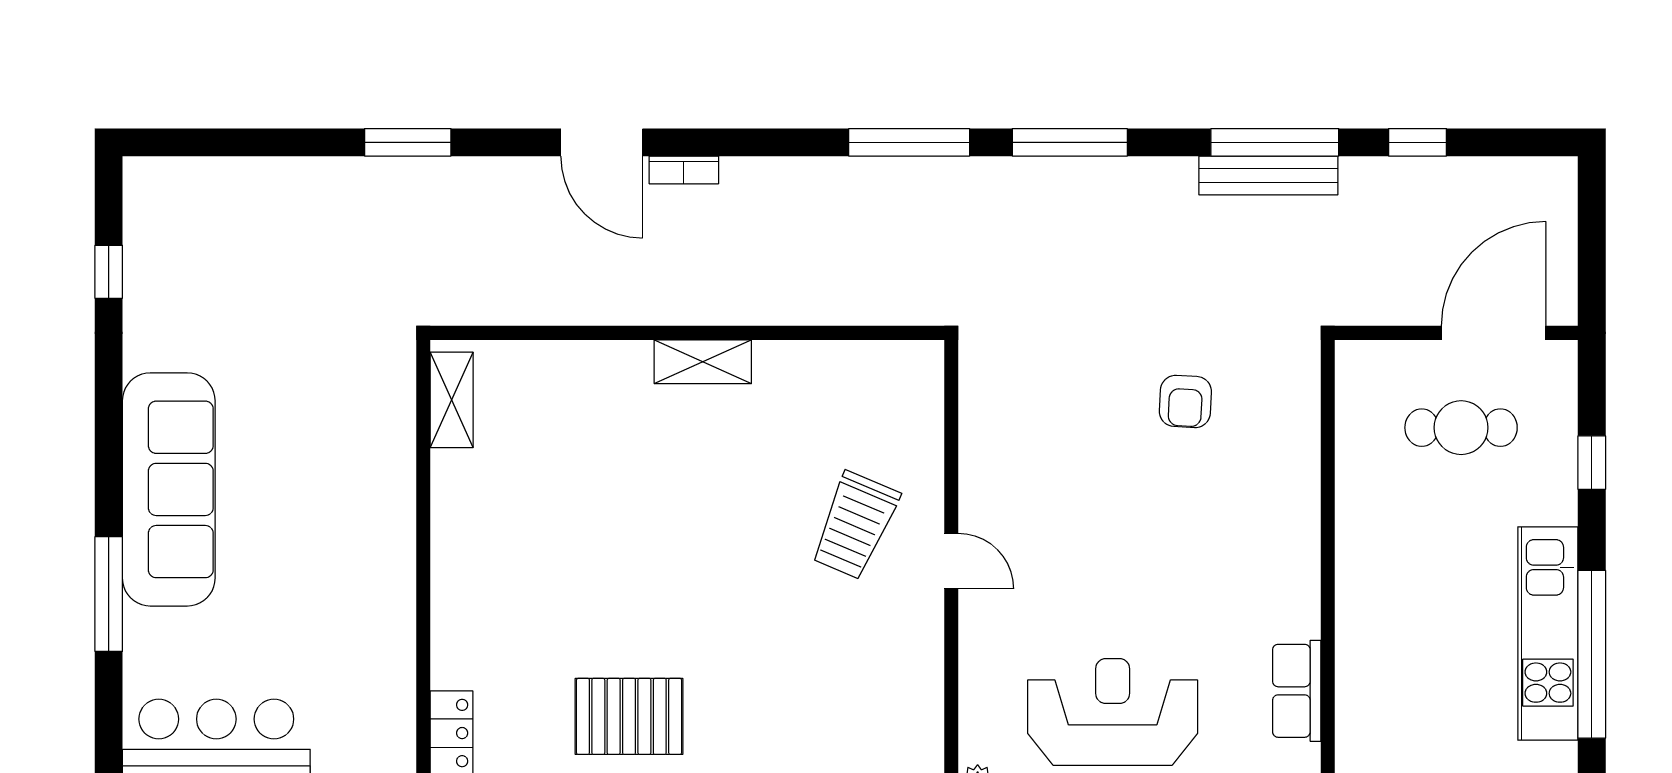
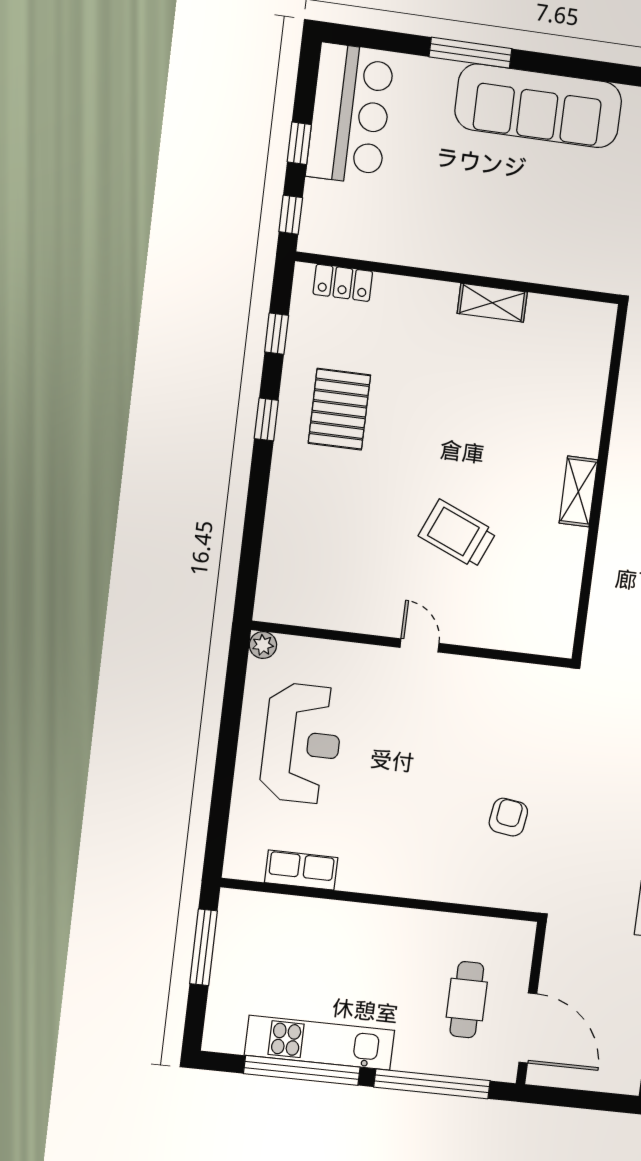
shelving: (452, 400) -> (492, 303), moved
armchair: (1185, 401) -> (508, 817), turned 95
window: (1592, 463) -> (432, 1084), width x3.17
trolley: (855, 525) -> (457, 534), moved
door: (951, 561) -> (419, 645), swing flipped

